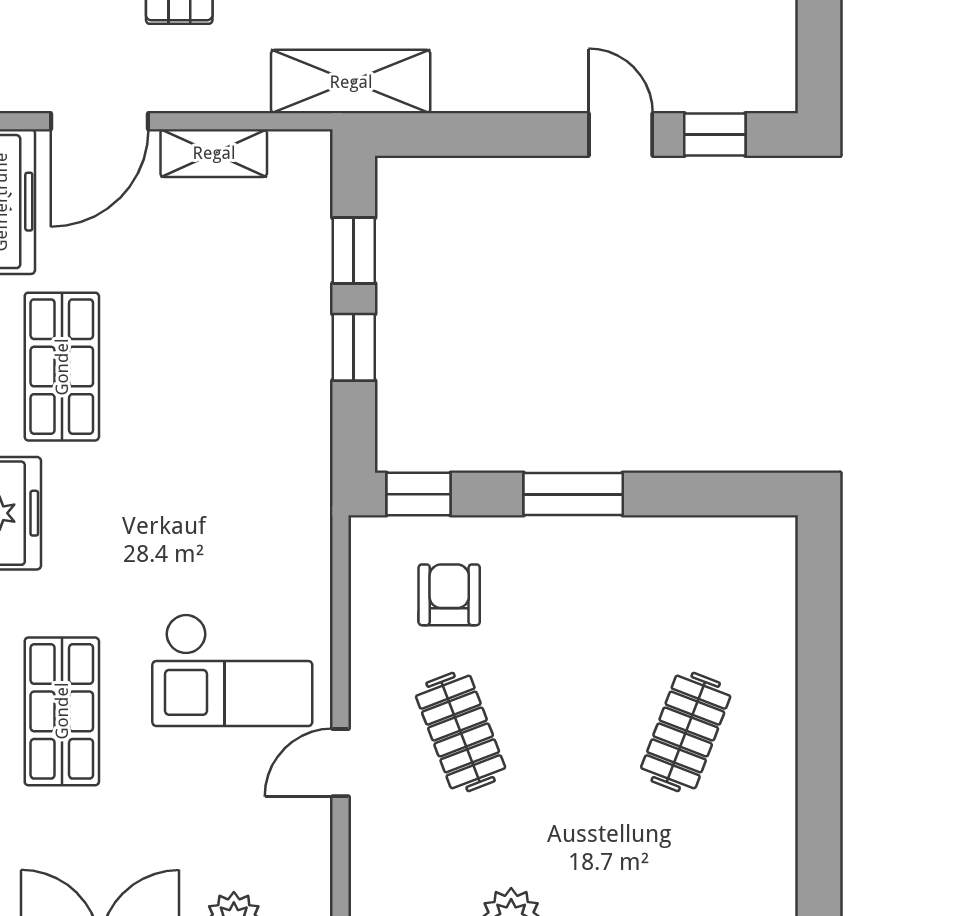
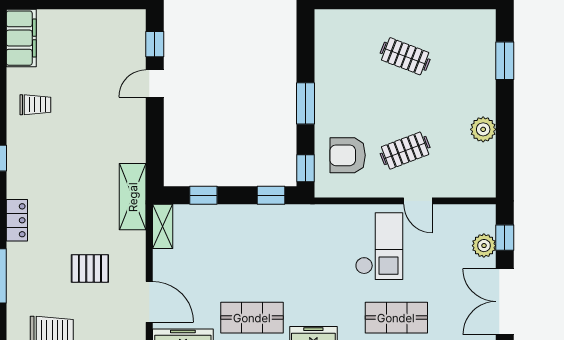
shelving: (214, 153) -> (163, 226), moved
window: (354, 347) -> (271, 195), moved
armchair: (449, 595) -> (348, 155), width x1.38, depth x1.38

